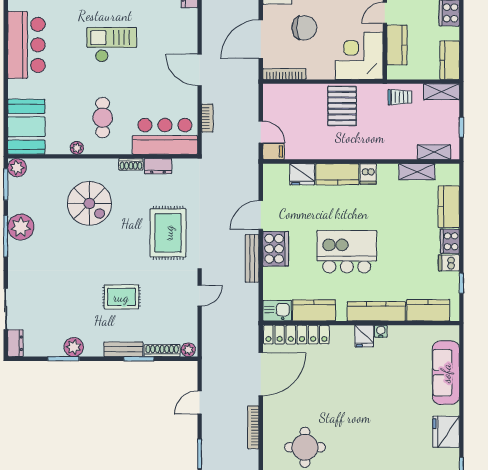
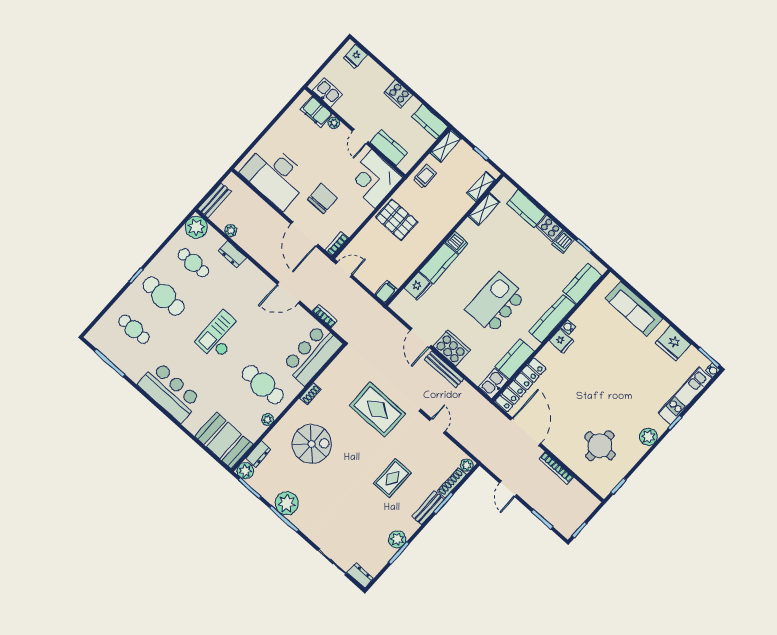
bookcase: (284, 74) -> (337, 244), width x0.64
cafe table: (103, 118) -> (263, 385), width x1.37, depth x1.35
door: (261, 132) -> (344, 269), moved
dresser: (158, 166) -> (259, 454), moved

